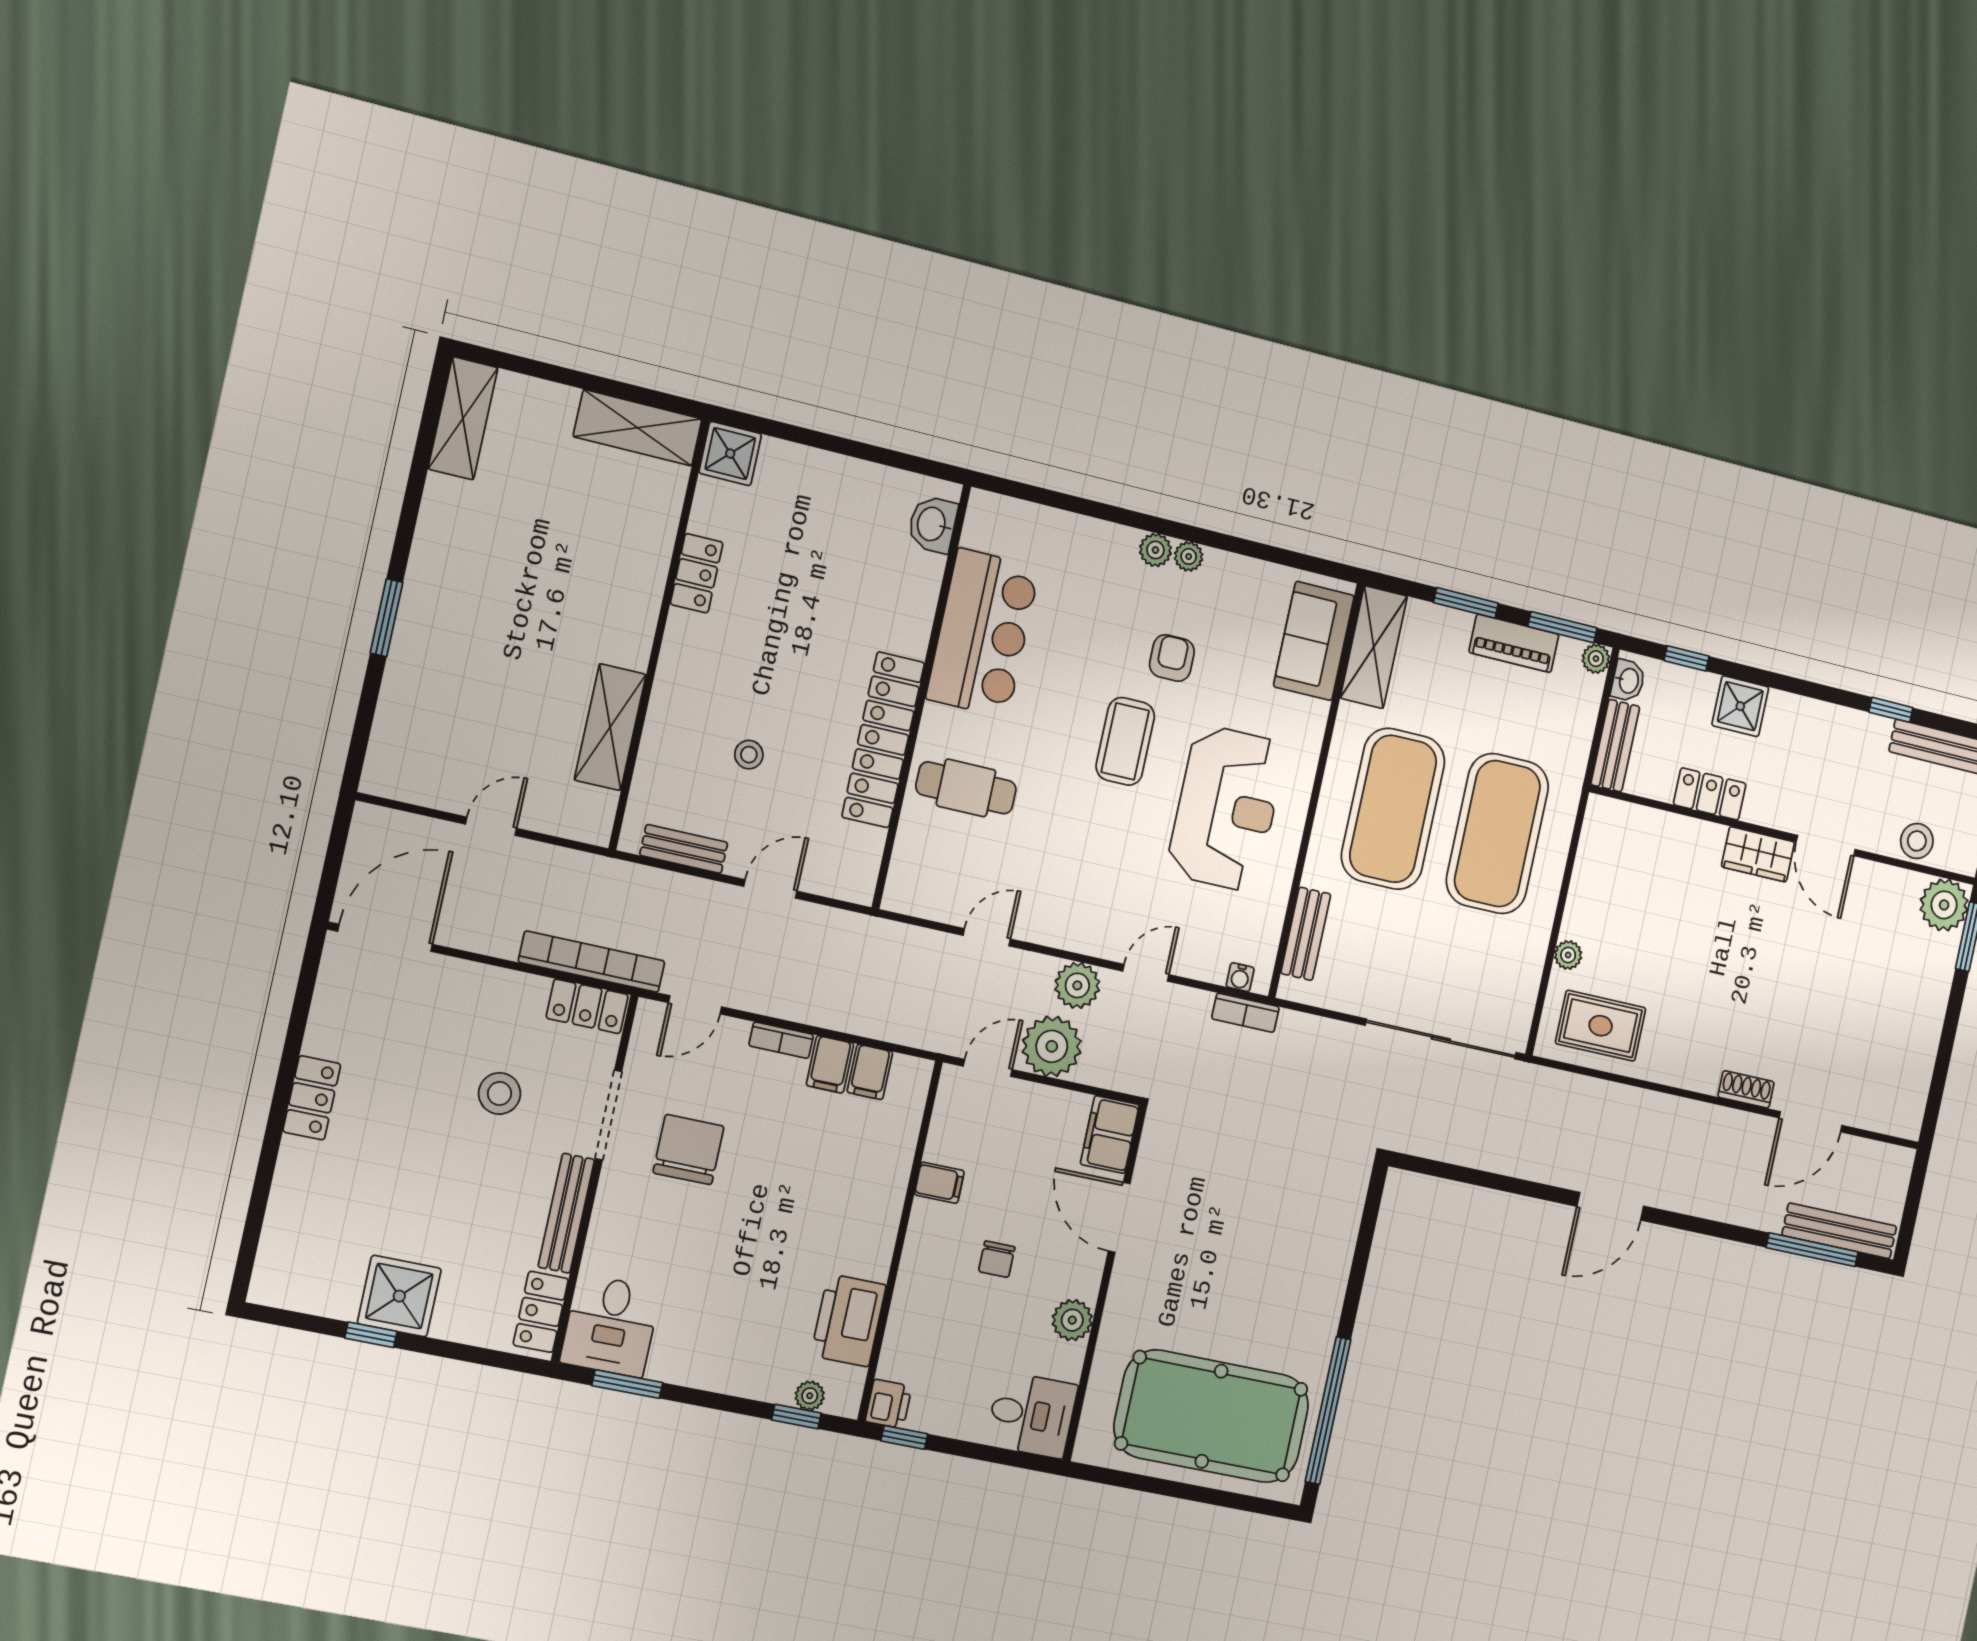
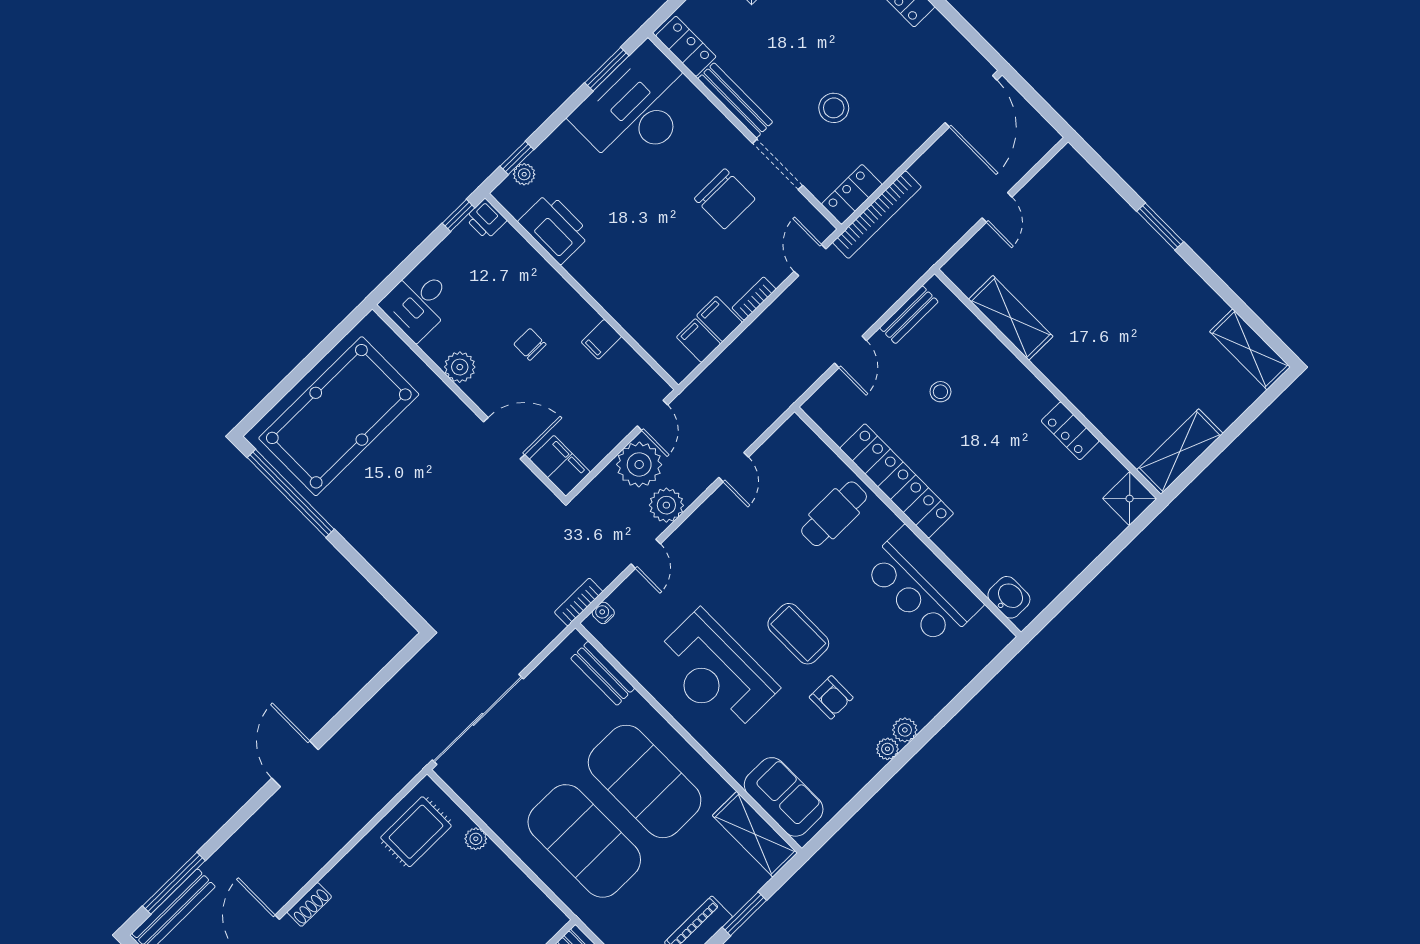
desk: (610, 1326) -> (637, 108), width x1.87, depth x1.30

